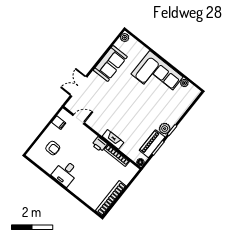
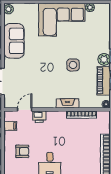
side table: (139, 115) -> (73, 65), added
printer: (99, 144) -> (39, 117), moved

